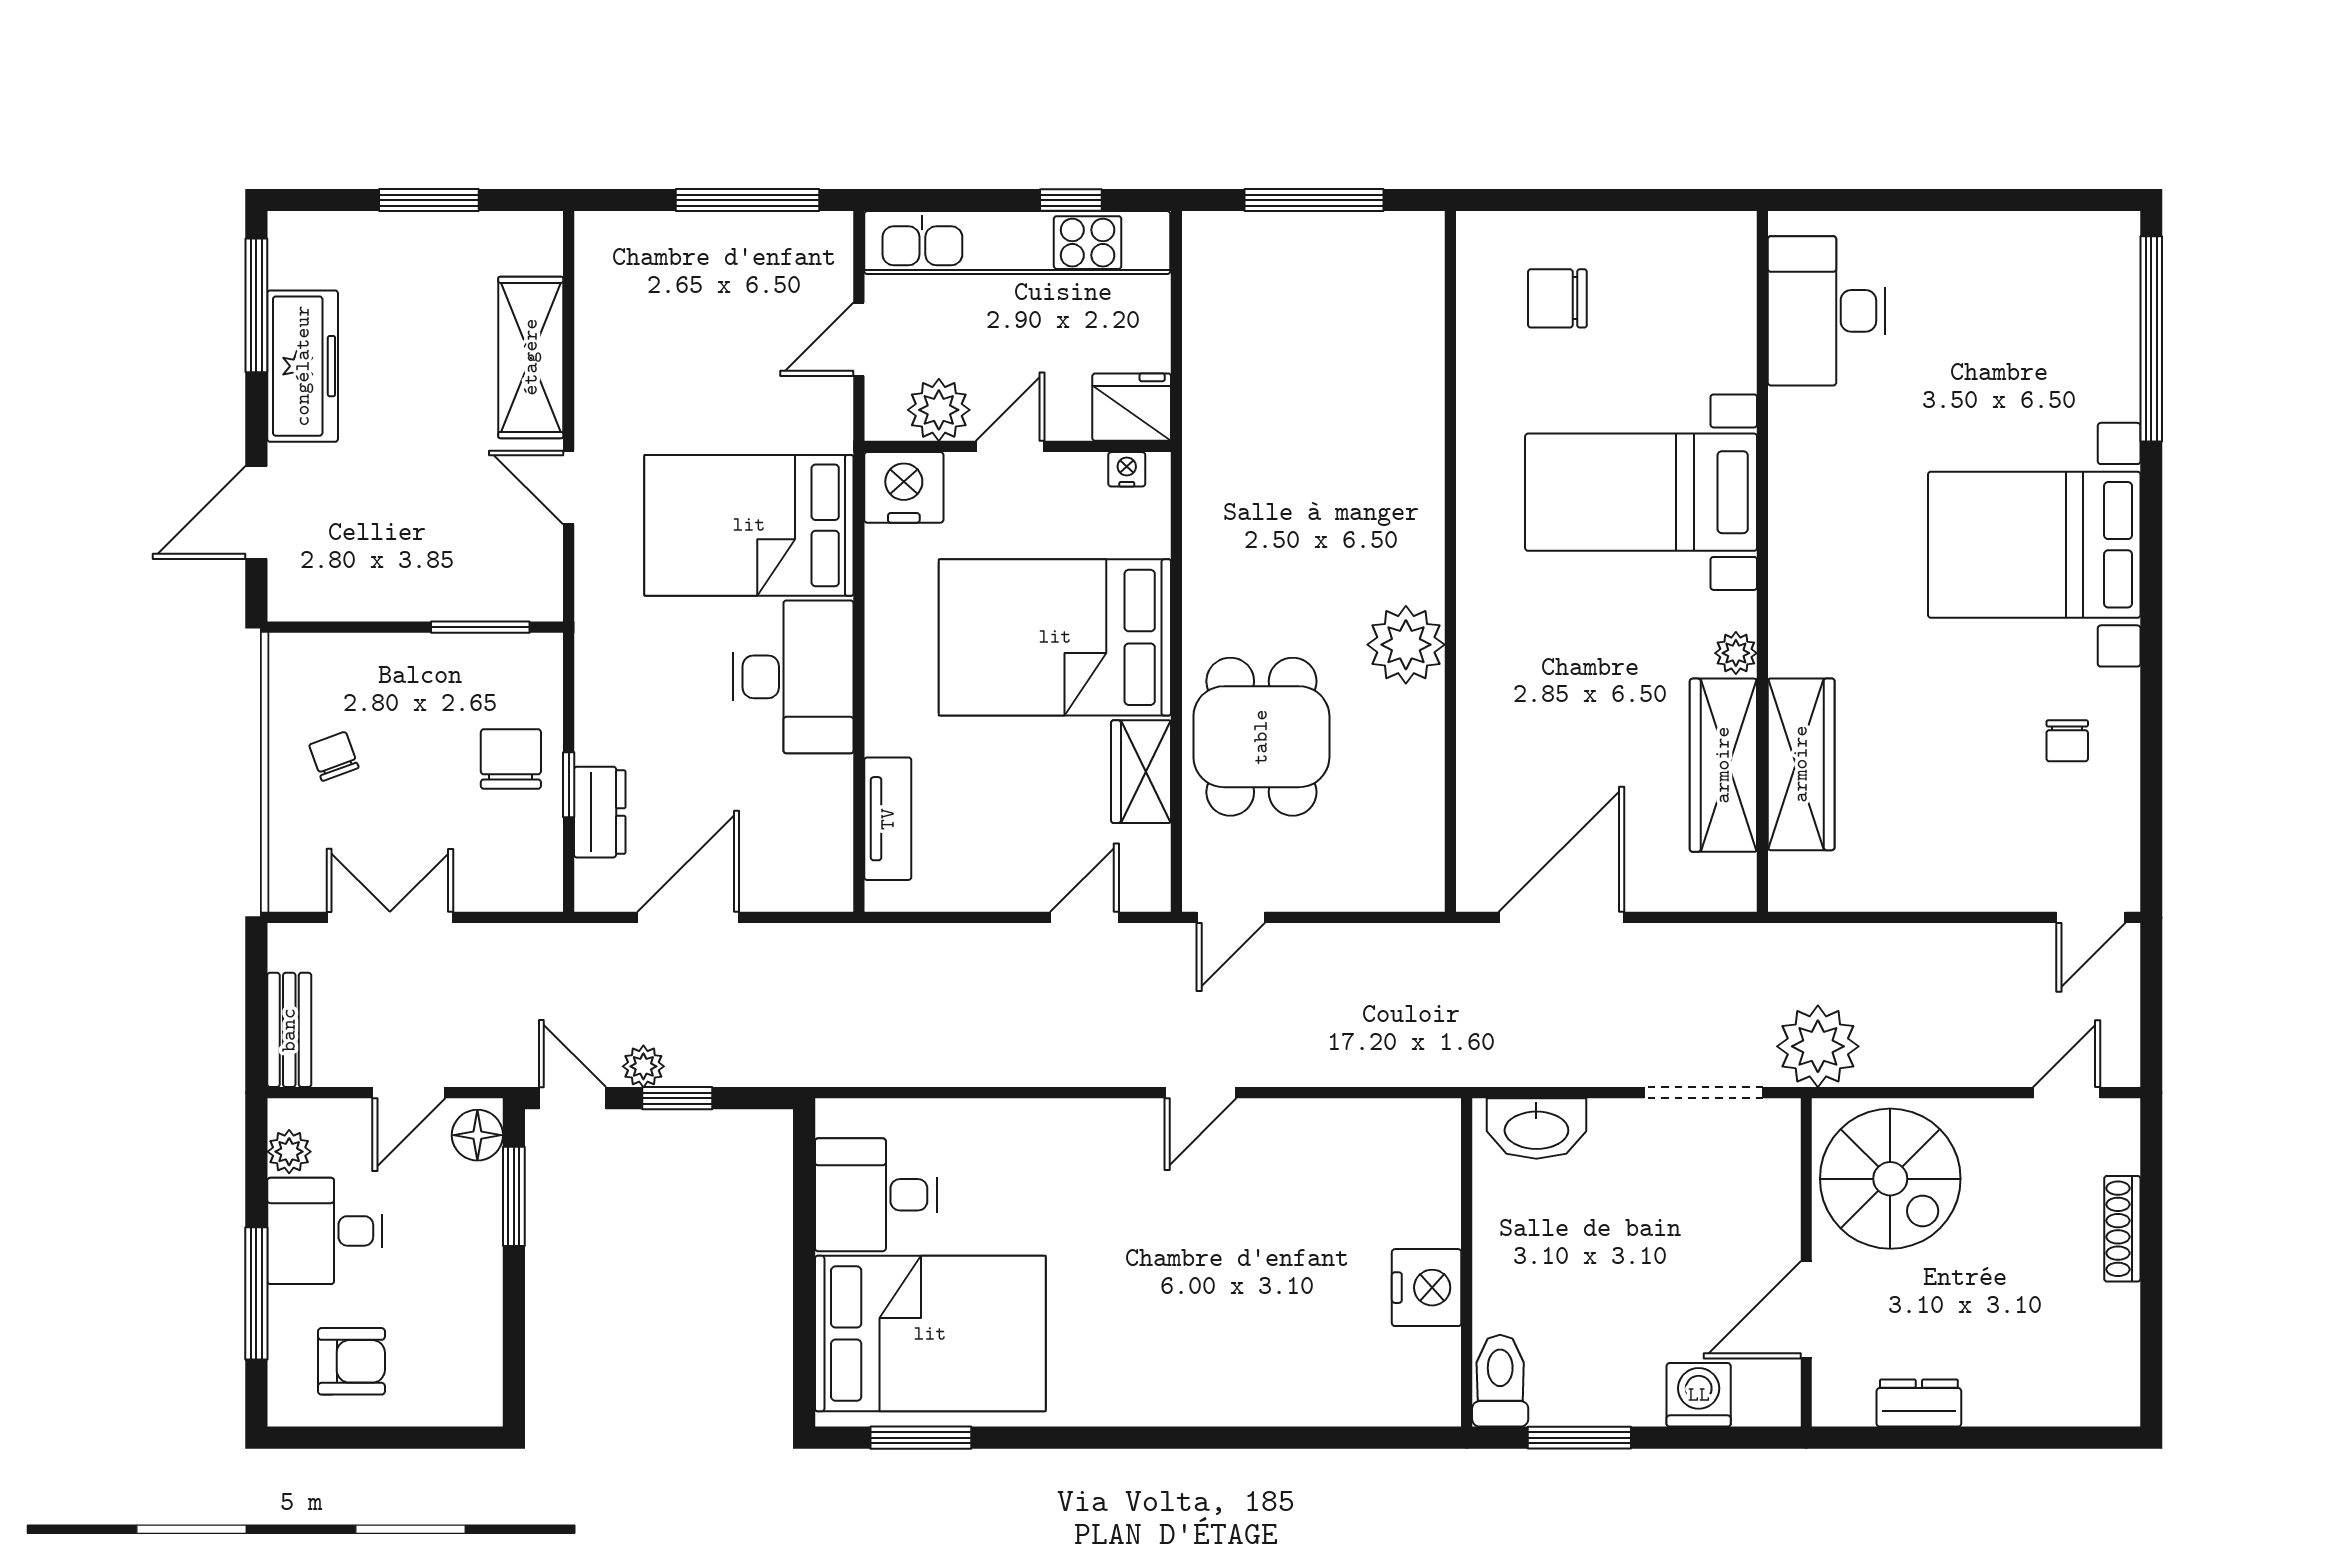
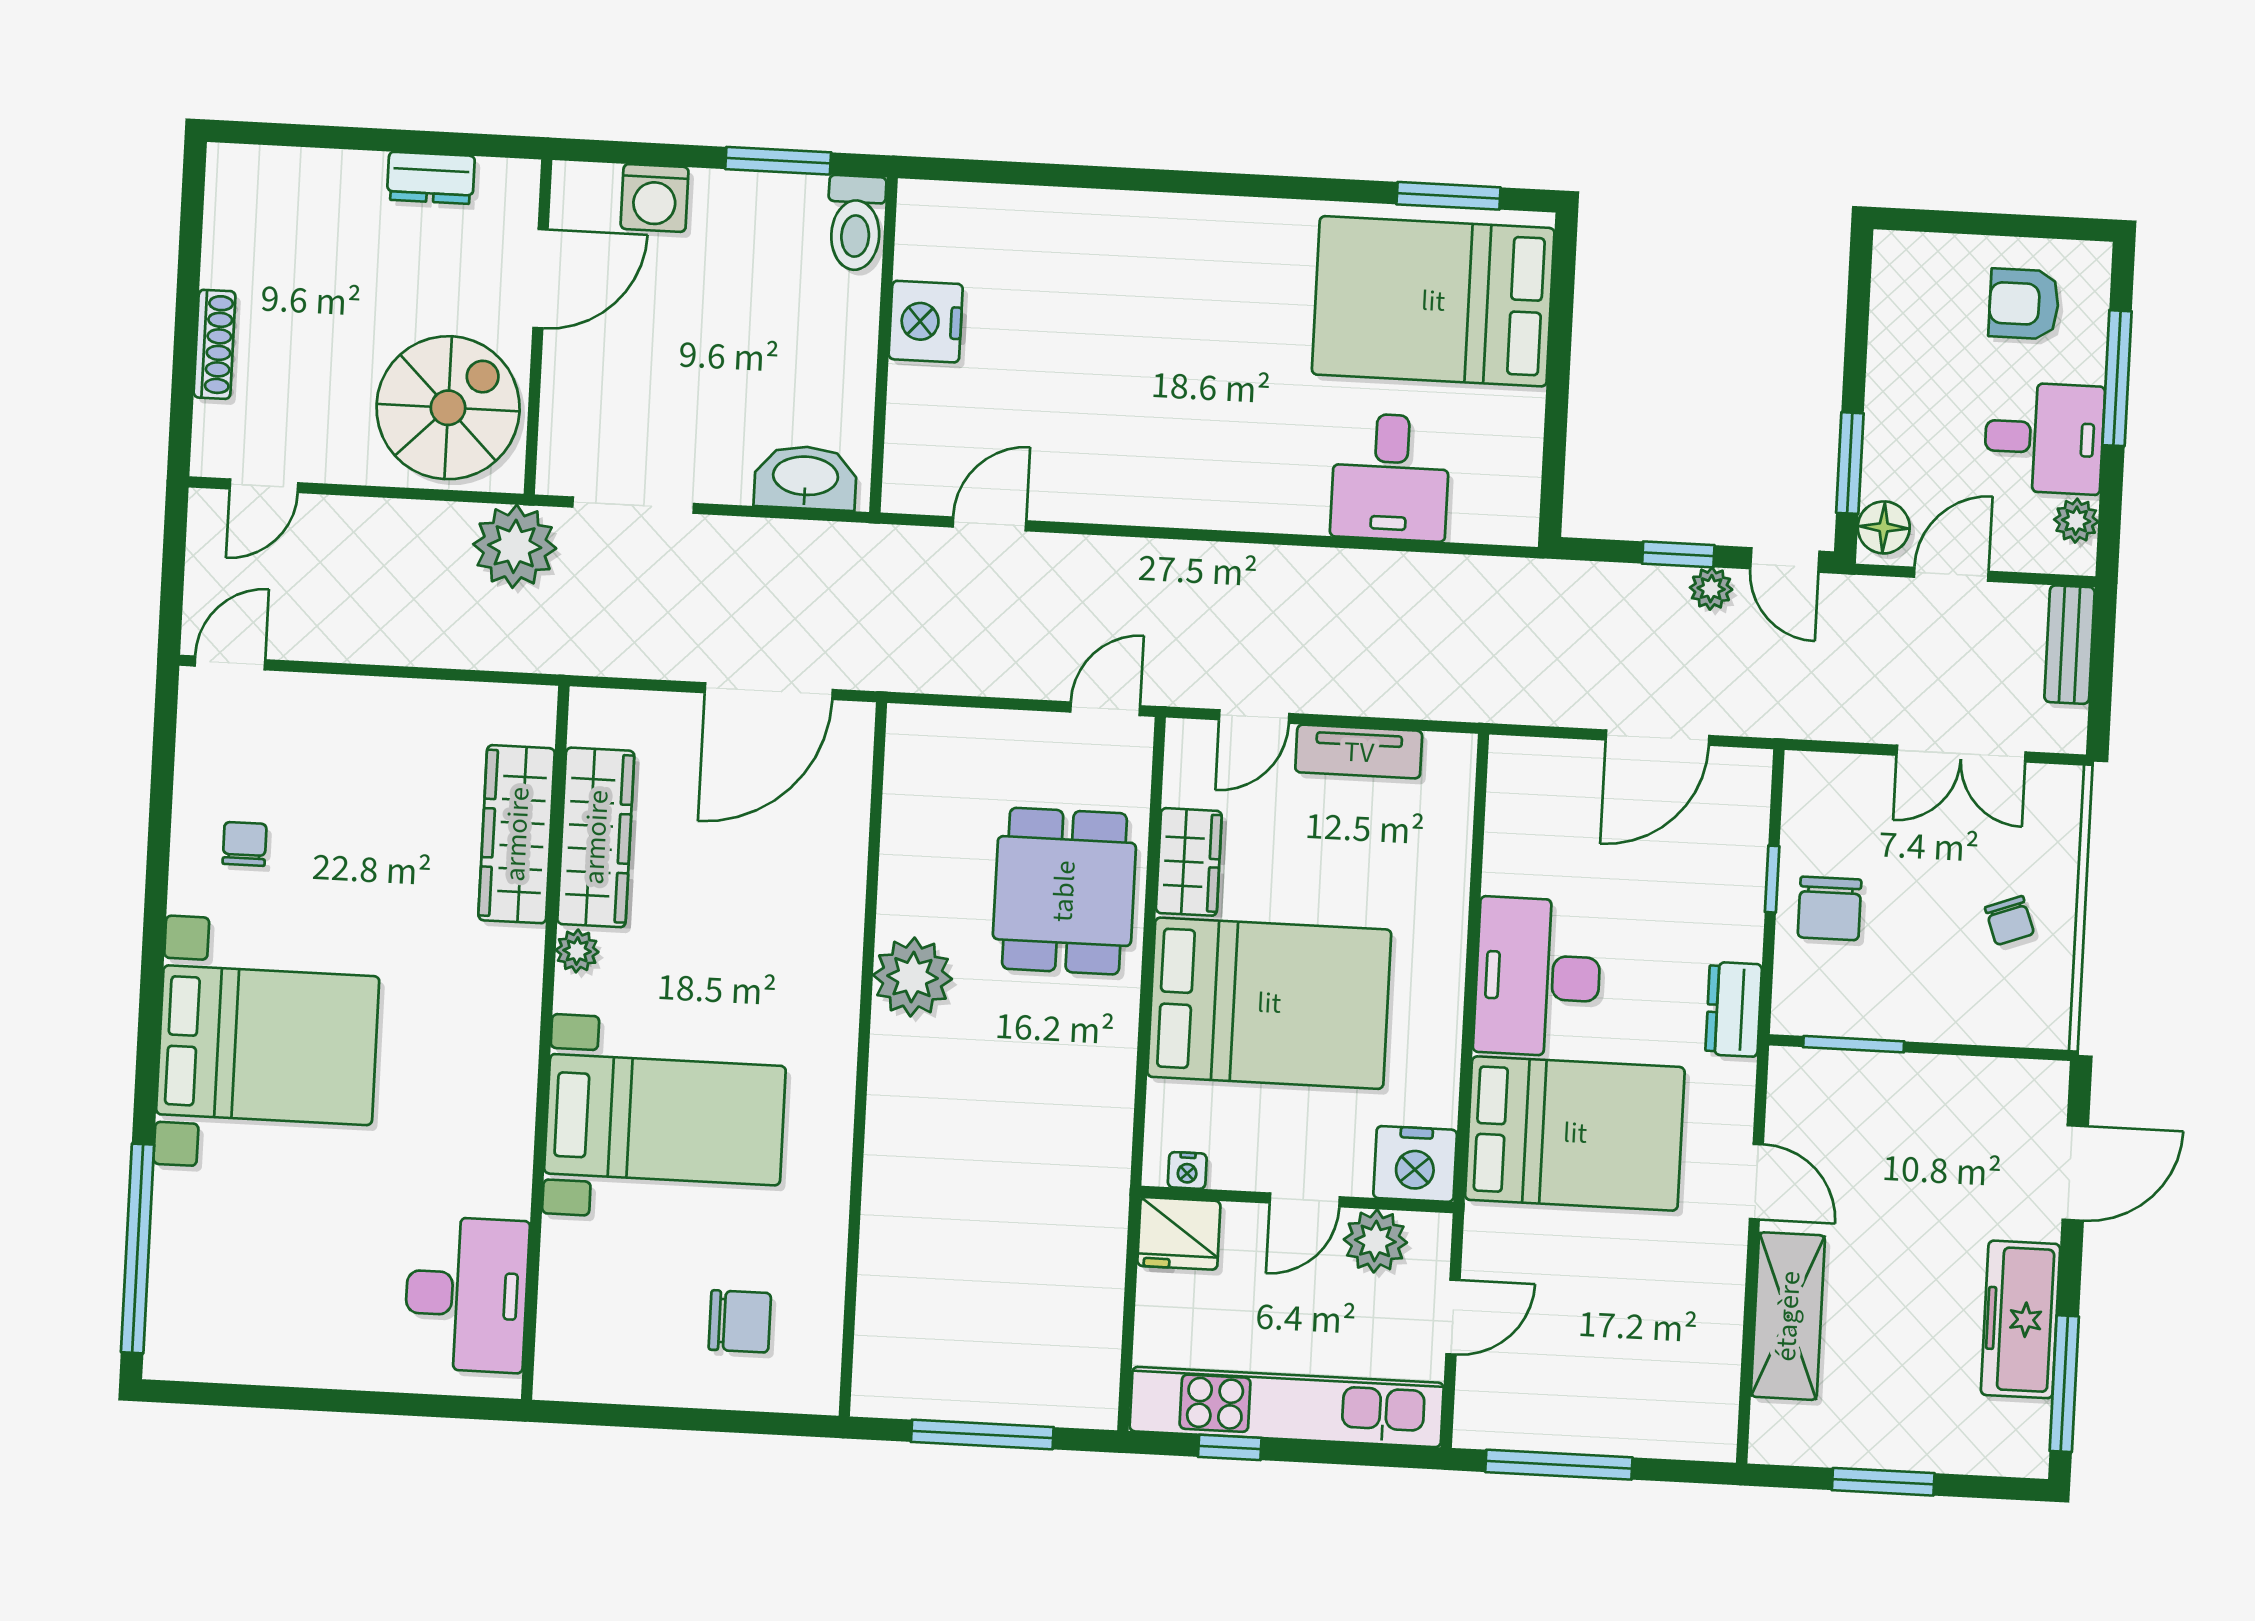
dresser: (600, 812) -> (1734, 1009), moved
tv unit: (888, 819) -> (1359, 752), moved, turned -90
door: (1201, 1093) -> (989, 524), moved
spiral stairs: (1890, 1179) -> (448, 408), turned 90
desk: (876, 1195) -> (1390, 477), moved, turned 90

